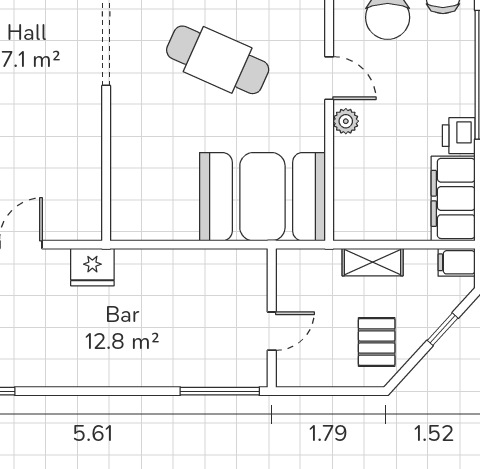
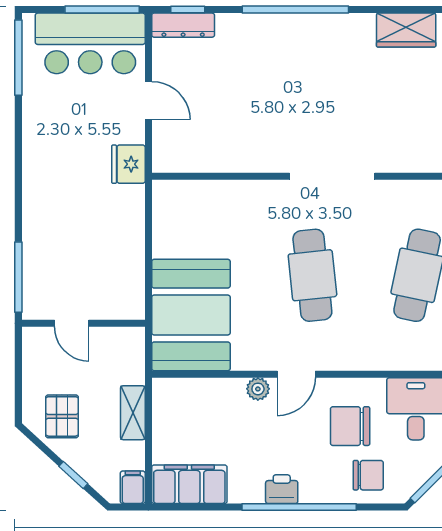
cafe table: (218, 60) -> (312, 275), turned -30
printer: (459, 136) -> (282, 489), moved
pallet: (377, 342) -> (62, 416), turned 90

